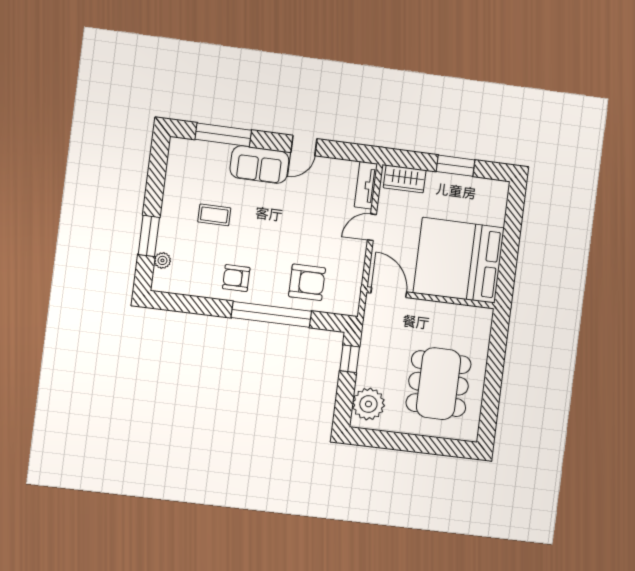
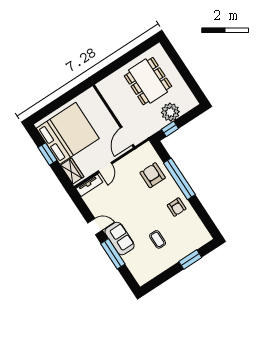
window: (223, 135) -> (113, 254), moved
door: (372, 227) -> (105, 167), hinge flipped
plant: (162, 260) -> (196, 245), removed
bed: (459, 260) -> (68, 133), moved, turned -90
dining table: (439, 384) -> (148, 81), turned 90
plant: (368, 404) -> (170, 112), moved

